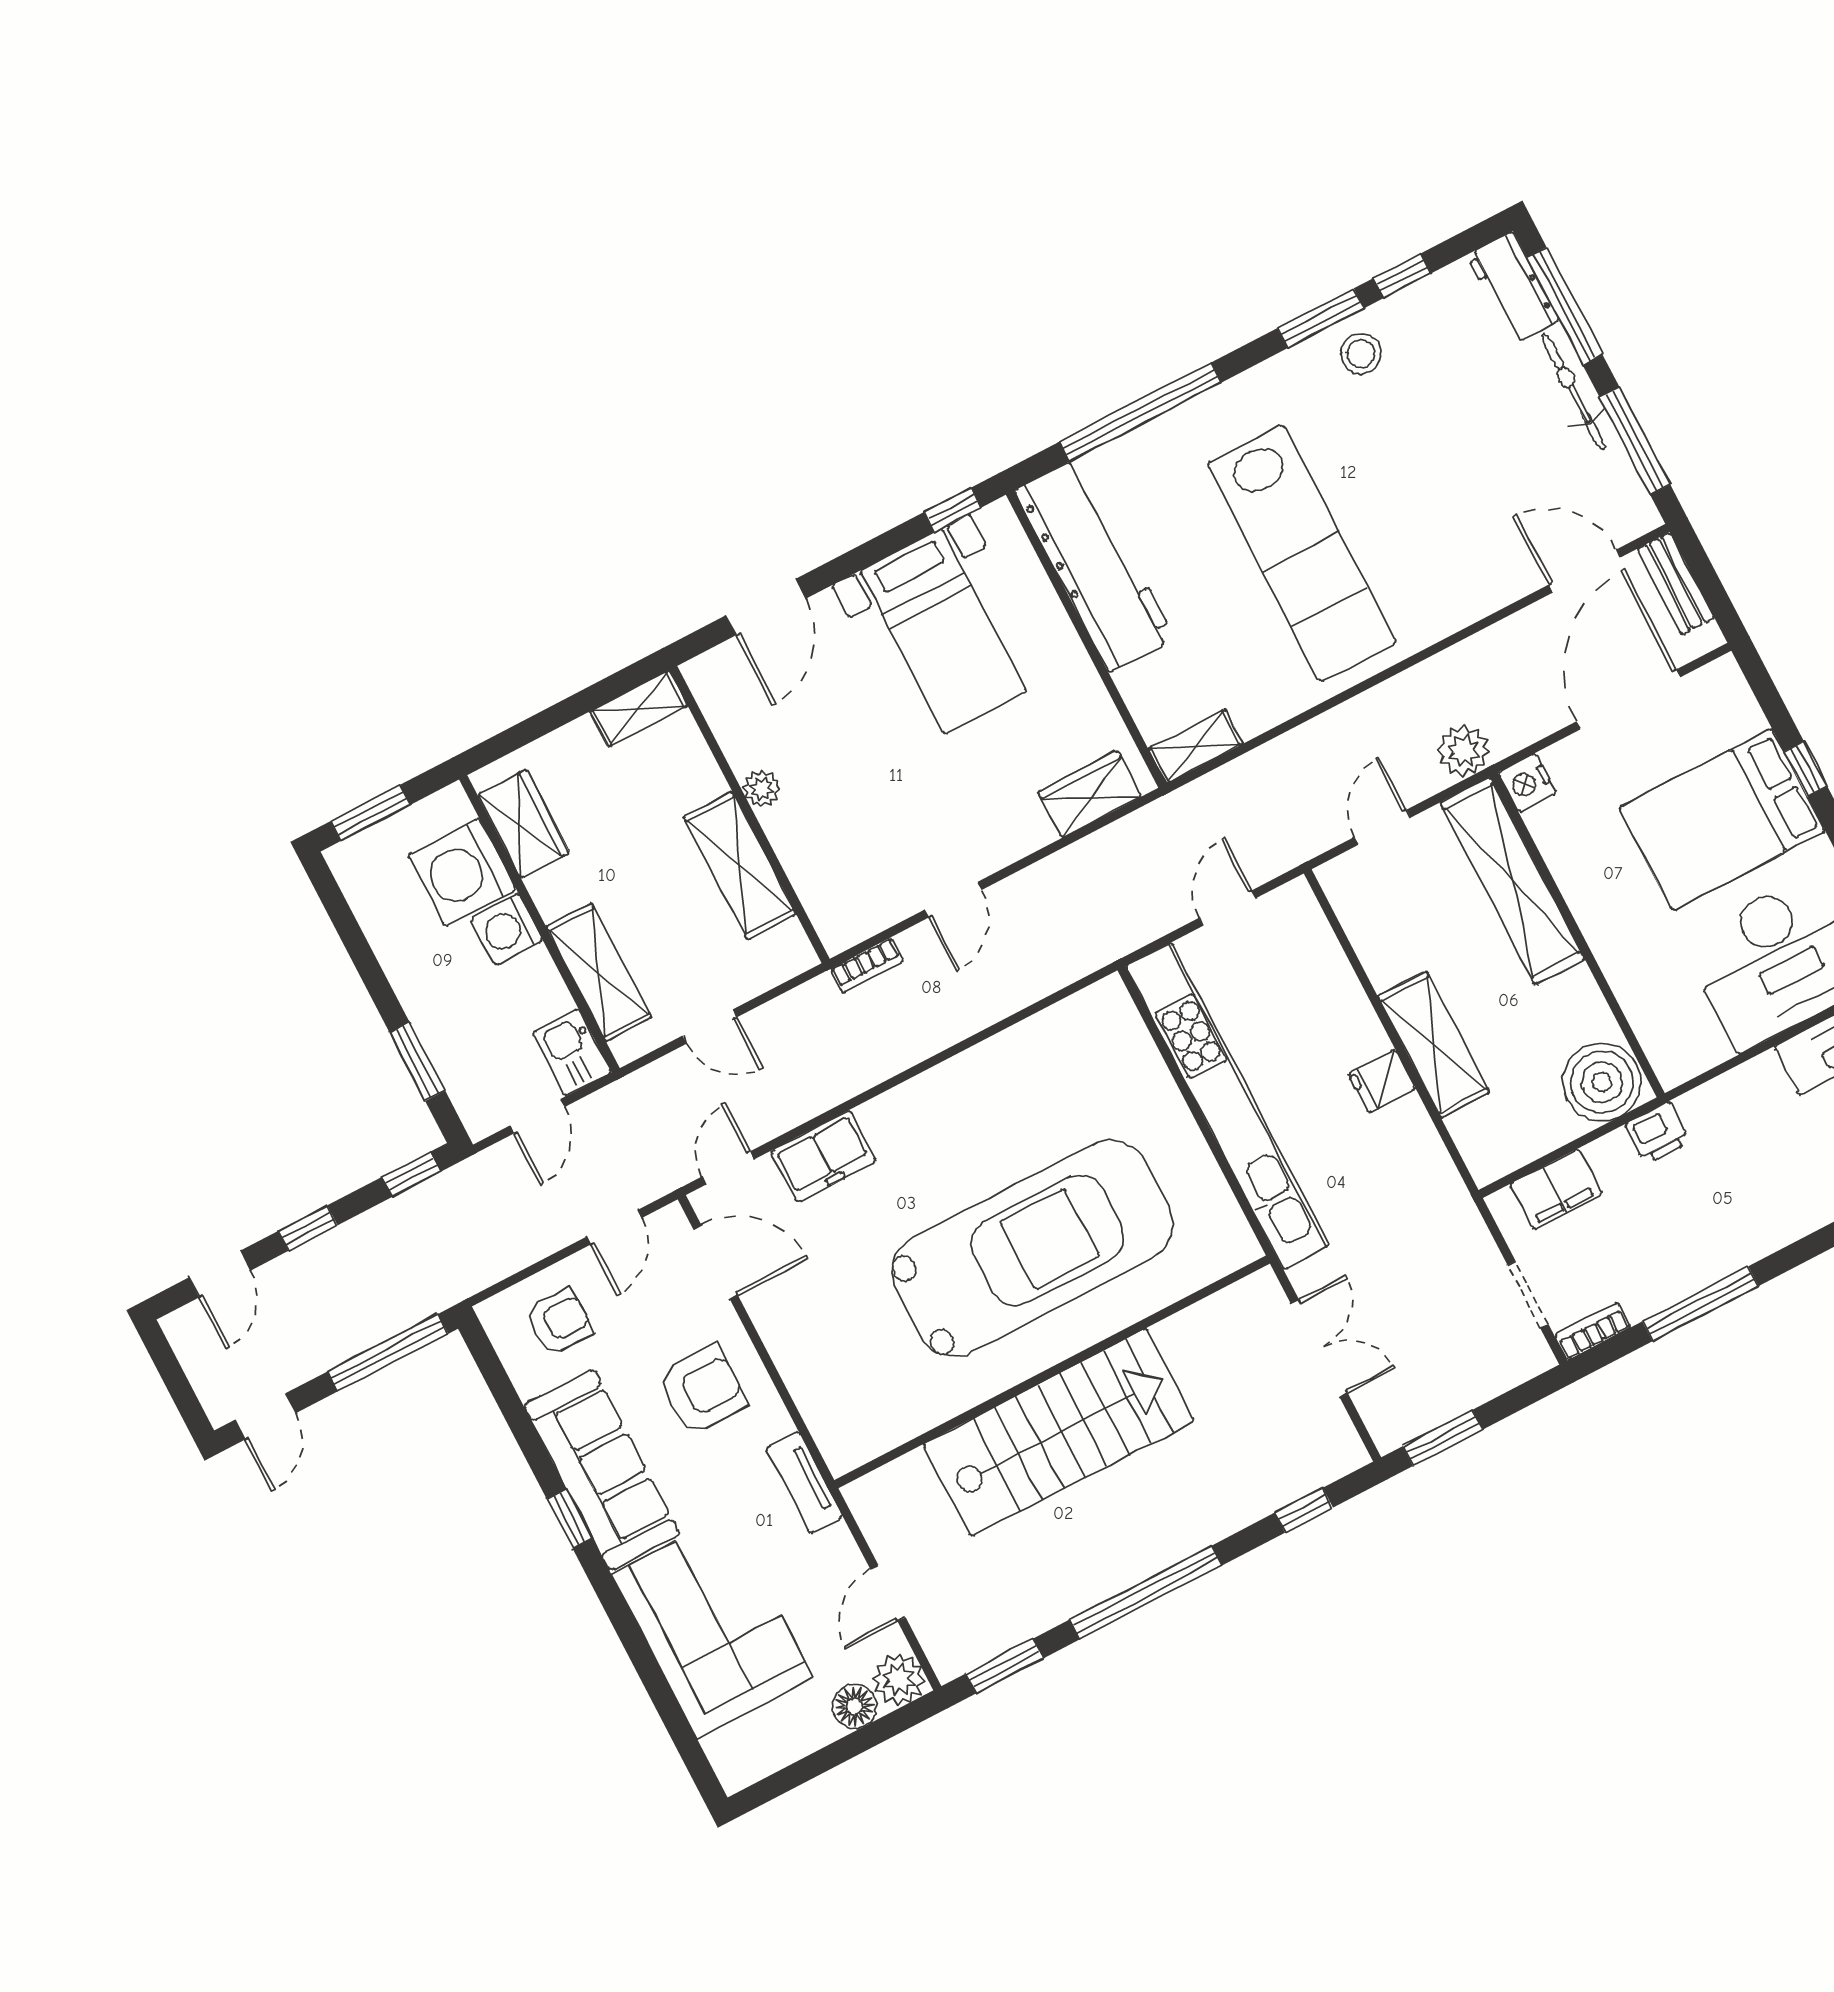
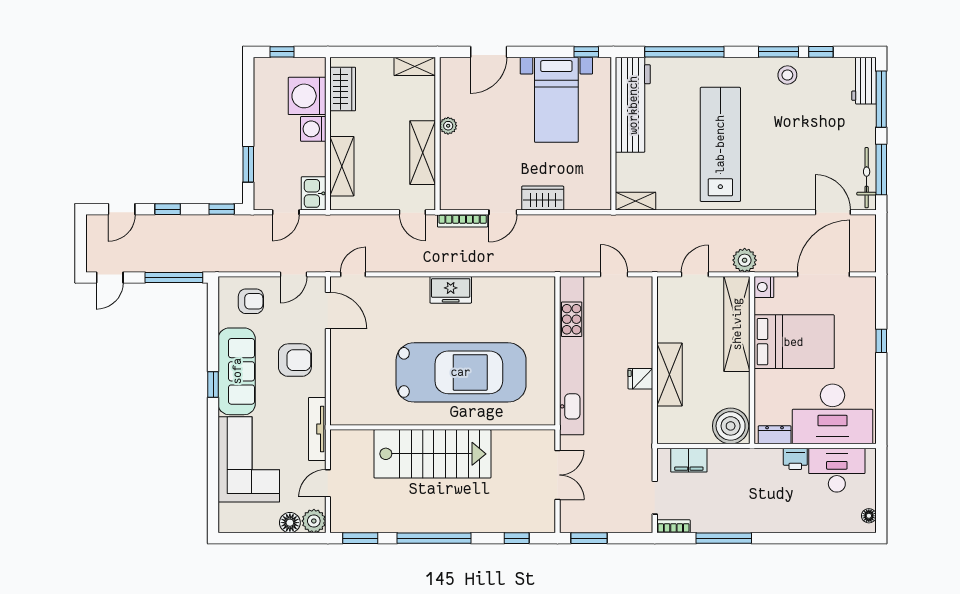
bicycle: (1573, 391) -> (867, 178), moved
lab bench: (1302, 553) -> (720, 144), turned 180
bench: (1676, 584) -> (868, 237), removed
wardrobe: (1090, 794) -> (543, 198), moved
window: (370, 813) -> (282, 52), width x0.67
bed: (1722, 820) -> (794, 342), moved, turned 180
door: (1227, 908) -> (614, 274), hinge flipped
bookcase: (867, 965) -> (463, 221), width x1.56
door: (710, 1026) -> (412, 212), moved
dresser: (1695, 1055) -> (775, 435), added
printer: (1658, 1133) -> (795, 459), moved
freezer: (823, 1156) -> (451, 290), moved
tv unit: (804, 1482) -> (317, 429), width x1.41

